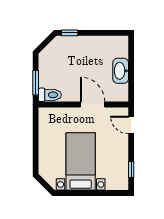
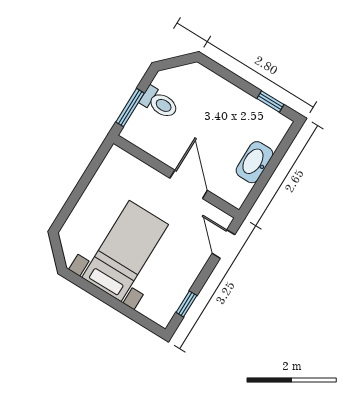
window: (70, 33) -> (270, 101), moved
toilet: (50, 95) -> (159, 103), moved

